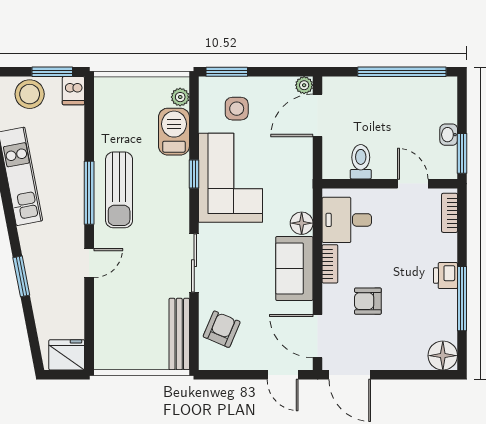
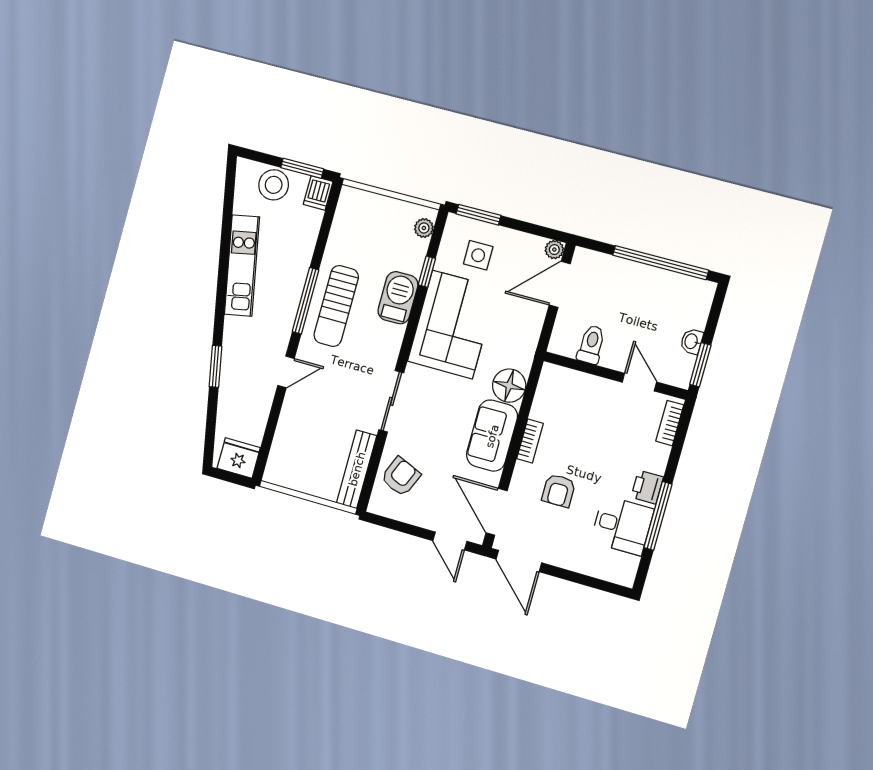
barbecue: (174, 132) -> (398, 298), moved
window: (194, 174) -> (427, 272), moved
desk: (347, 220) -> (622, 525), moved, turned 180
floor lamp: (302, 223) -> (509, 386), width x1.38, depth x1.38
armchair: (368, 301) -> (559, 491), turned -90
floor lamp: (443, 356) -> (621, 569), removed

